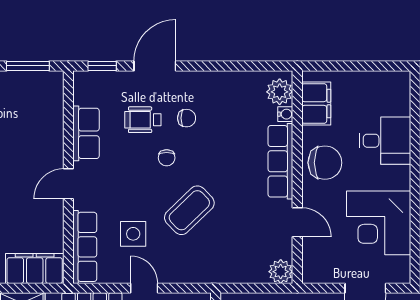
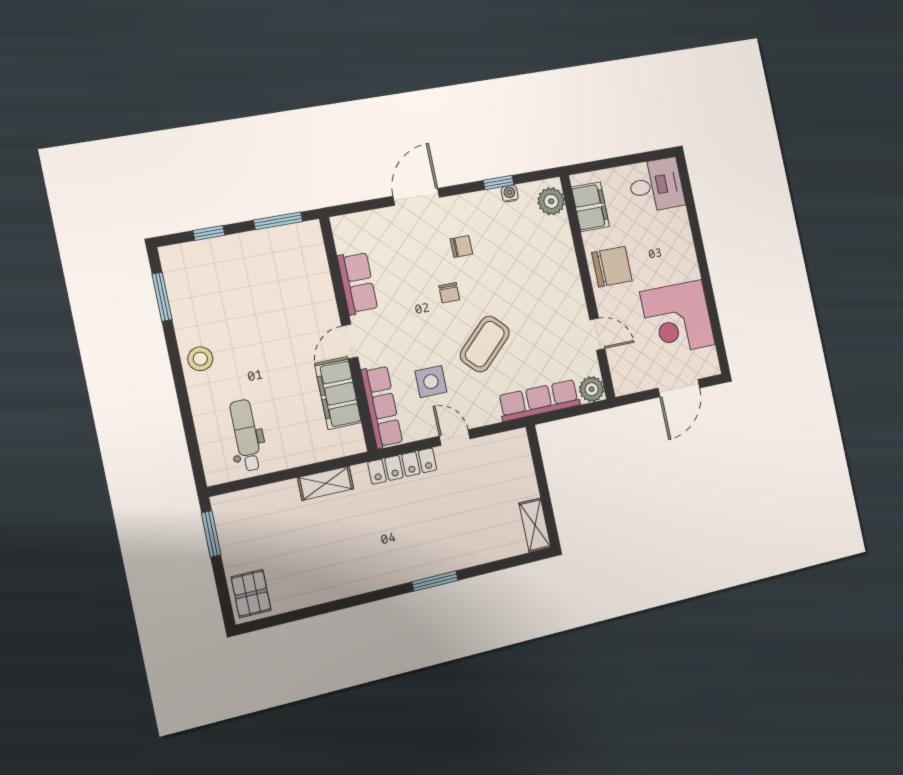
window: (102, 66) -> (499, 182), moved
water cooler: (285, 114) -> (510, 194), moved, turned -90
wheelchair: (143, 120) -> (416, 257), removed
desk: (385, 141) -> (656, 185), moved
row of seats: (280, 161) -> (539, 400), moved, turned 90
filing cabinet: (35, 268) -> (338, 394), moved, turned -90

